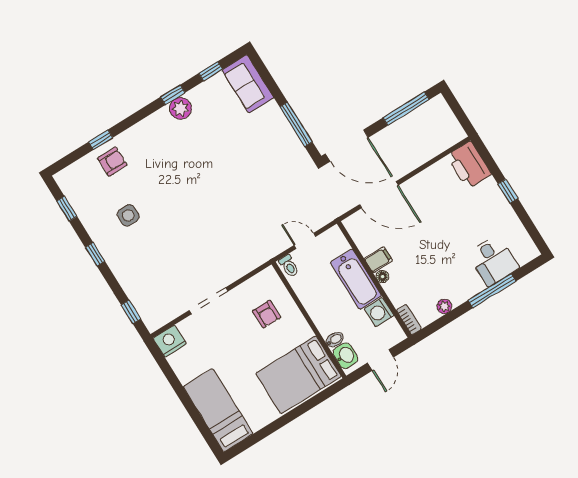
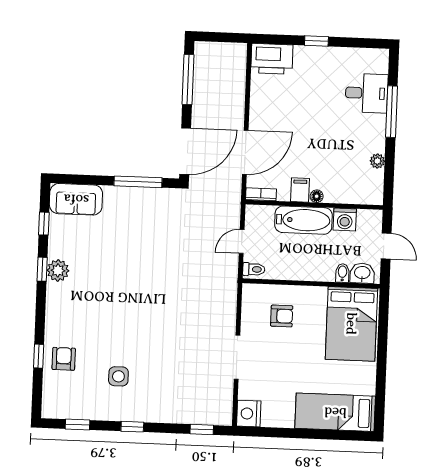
bookcase: (409, 319) -> (261, 194), moved

